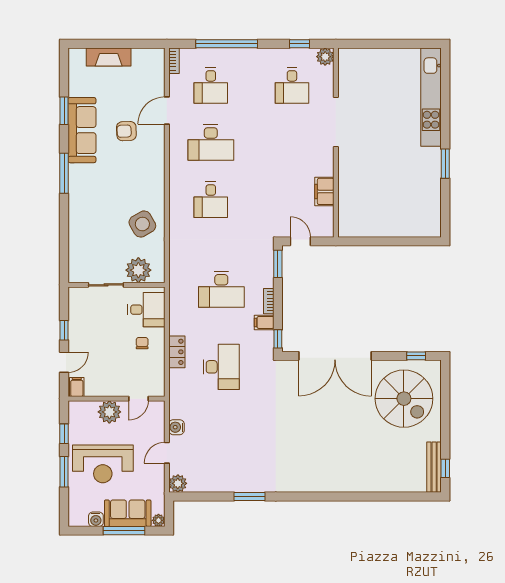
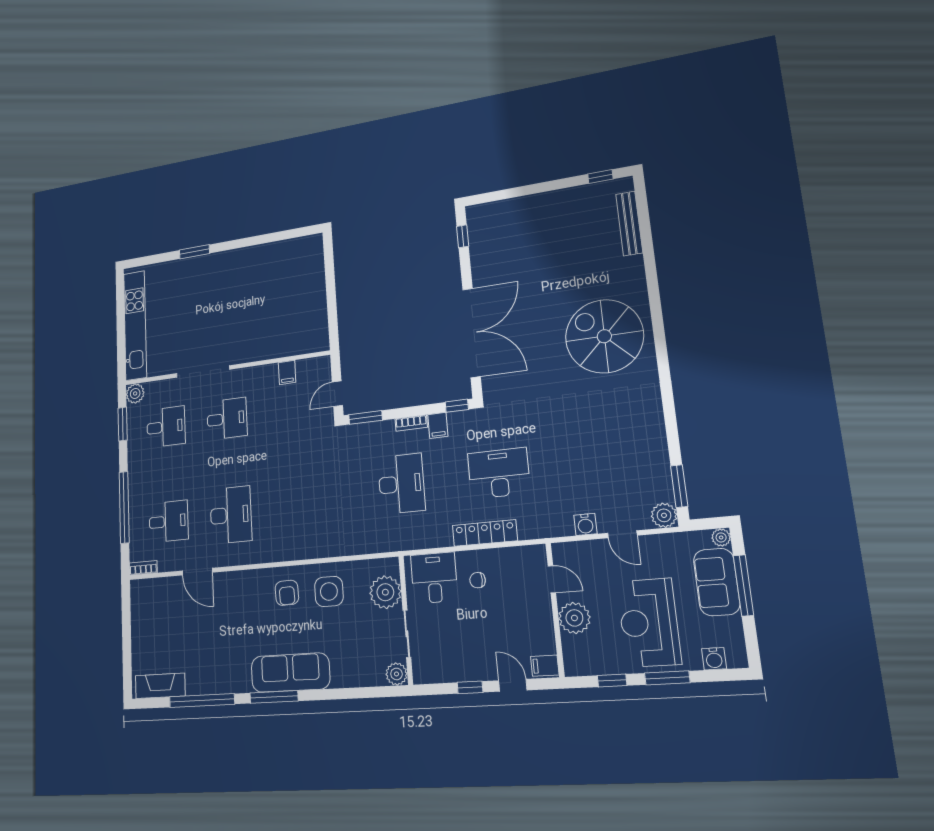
window: (299, 44) -> (123, 424), width x1.50
fireplace: (109, 57) -> (160, 686), moved, turned -90
kitchen unit: (431, 97) -> (135, 325), moved, turned -90
window: (64, 111) -> (202, 701), width x2.11
sofa: (82, 130) -> (290, 673), moved
armchair: (126, 131) -> (287, 593), moved
window: (445, 164) -> (194, 252), moved
filing cabinet: (324, 191) -> (287, 372), width x0.50
desk: (211, 200) -> (227, 419), moved
side table: (142, 224) -> (329, 591), turned 30
plant: (77, 274) -> (396, 674), added
locker: (177, 352) -> (485, 533), width x1.53
spiral stairs: (404, 399) -> (604, 336), moved, turned -90
reception desk: (103, 464) -> (649, 623), turned 180
bench: (434, 467) -> (629, 223), moved, turned 90
window: (250, 497) -> (679, 486), moved
water cooler: (96, 519) -> (714, 659), moved, turned 90

